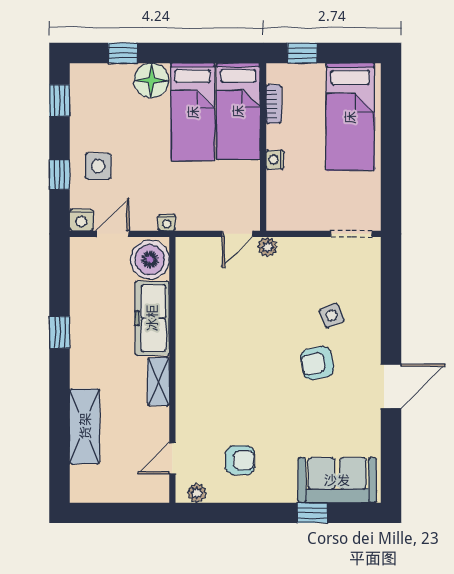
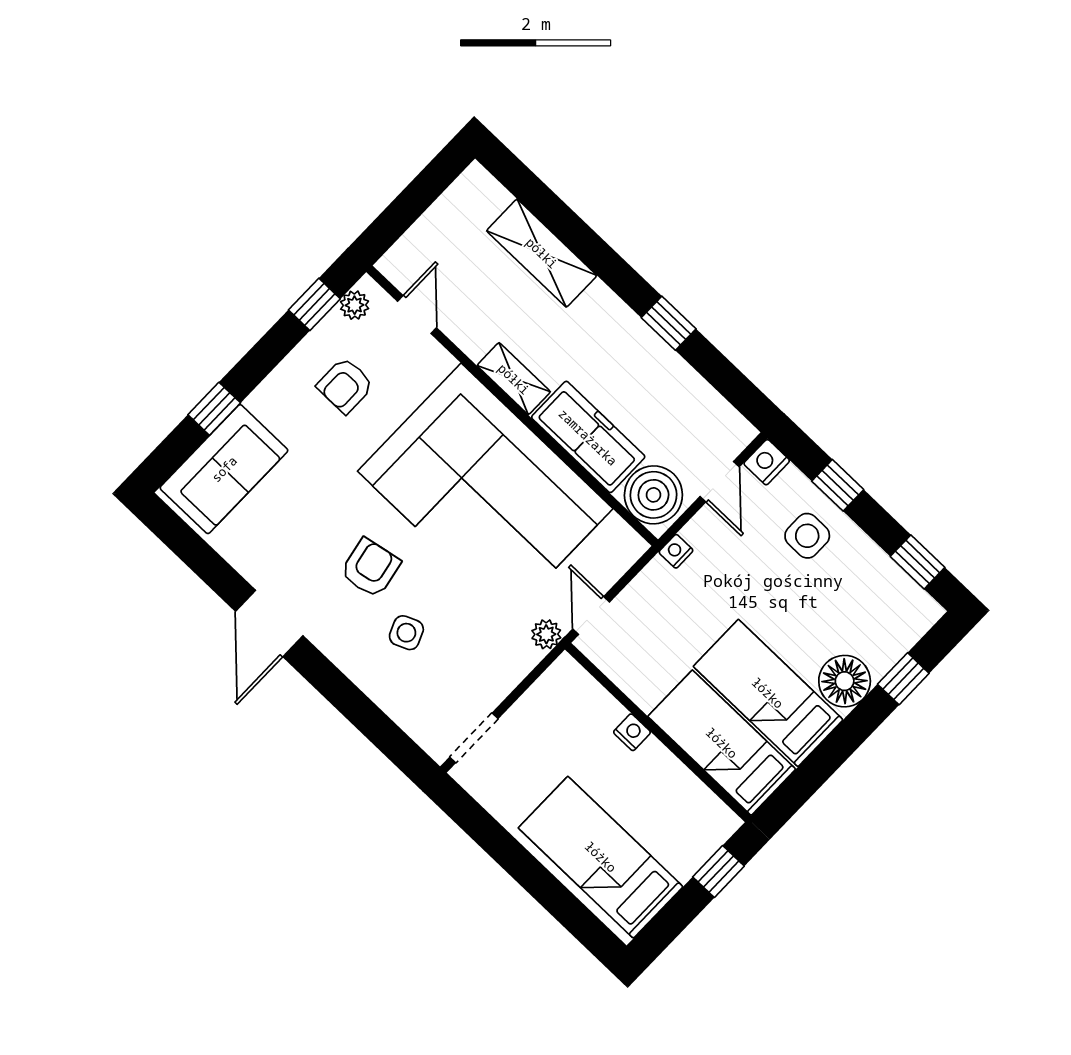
bookcase: (274, 104) -> (693, 788), removed
corner sofa: (226, 344) -> (485, 490), added
window: (215, 513) -> (314, 304), added

